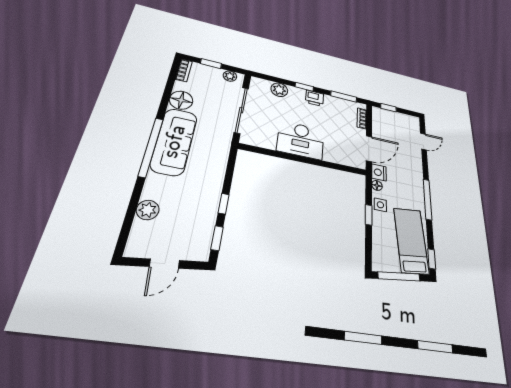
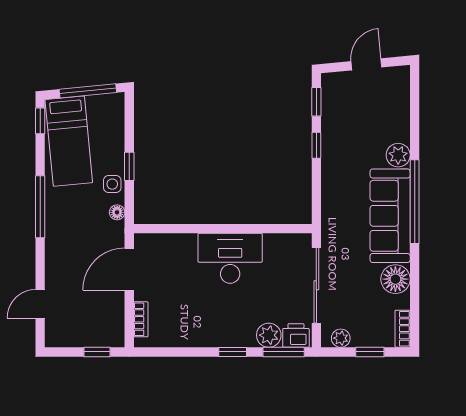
window: (344, 96) -> (284, 352), moved
printer: (315, 98) -> (296, 335), moved
nightstand: (379, 172) -> (114, 233), removed
plant: (148, 210) -> (398, 155), moved

